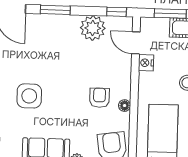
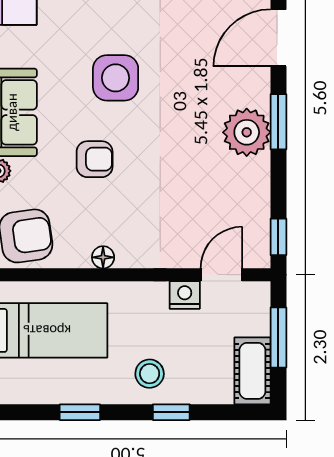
plant: (93, 28) -> (247, 132), moved
armchair: (99, 98) -> (95, 159), moved

